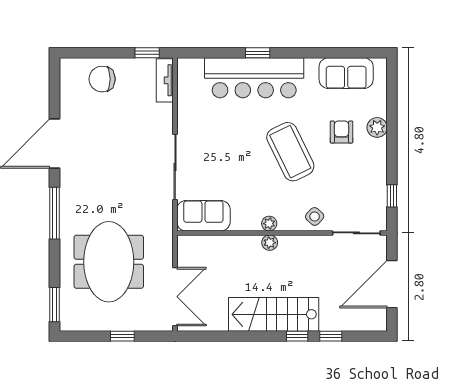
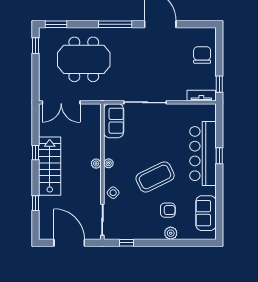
window: (122, 336) -> (36, 46), moved
window: (297, 336) -> (36, 153), moved

